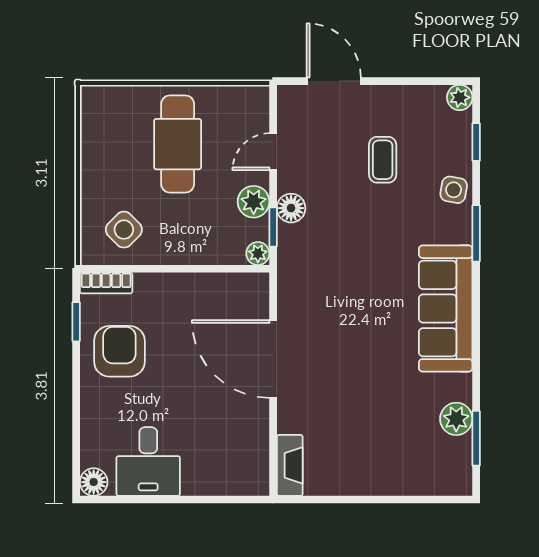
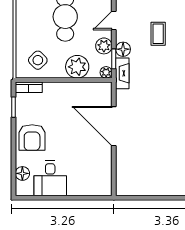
coffee table: (383, 160) -> (158, 34), moved
plant: (201, 243) -> (77, 67), added
armchair: (119, 351) -> (32, 138), moved, turned 180
fireplace: (290, 465) -> (122, 73), moved
floor lamp: (94, 482) -> (22, 173), moved

